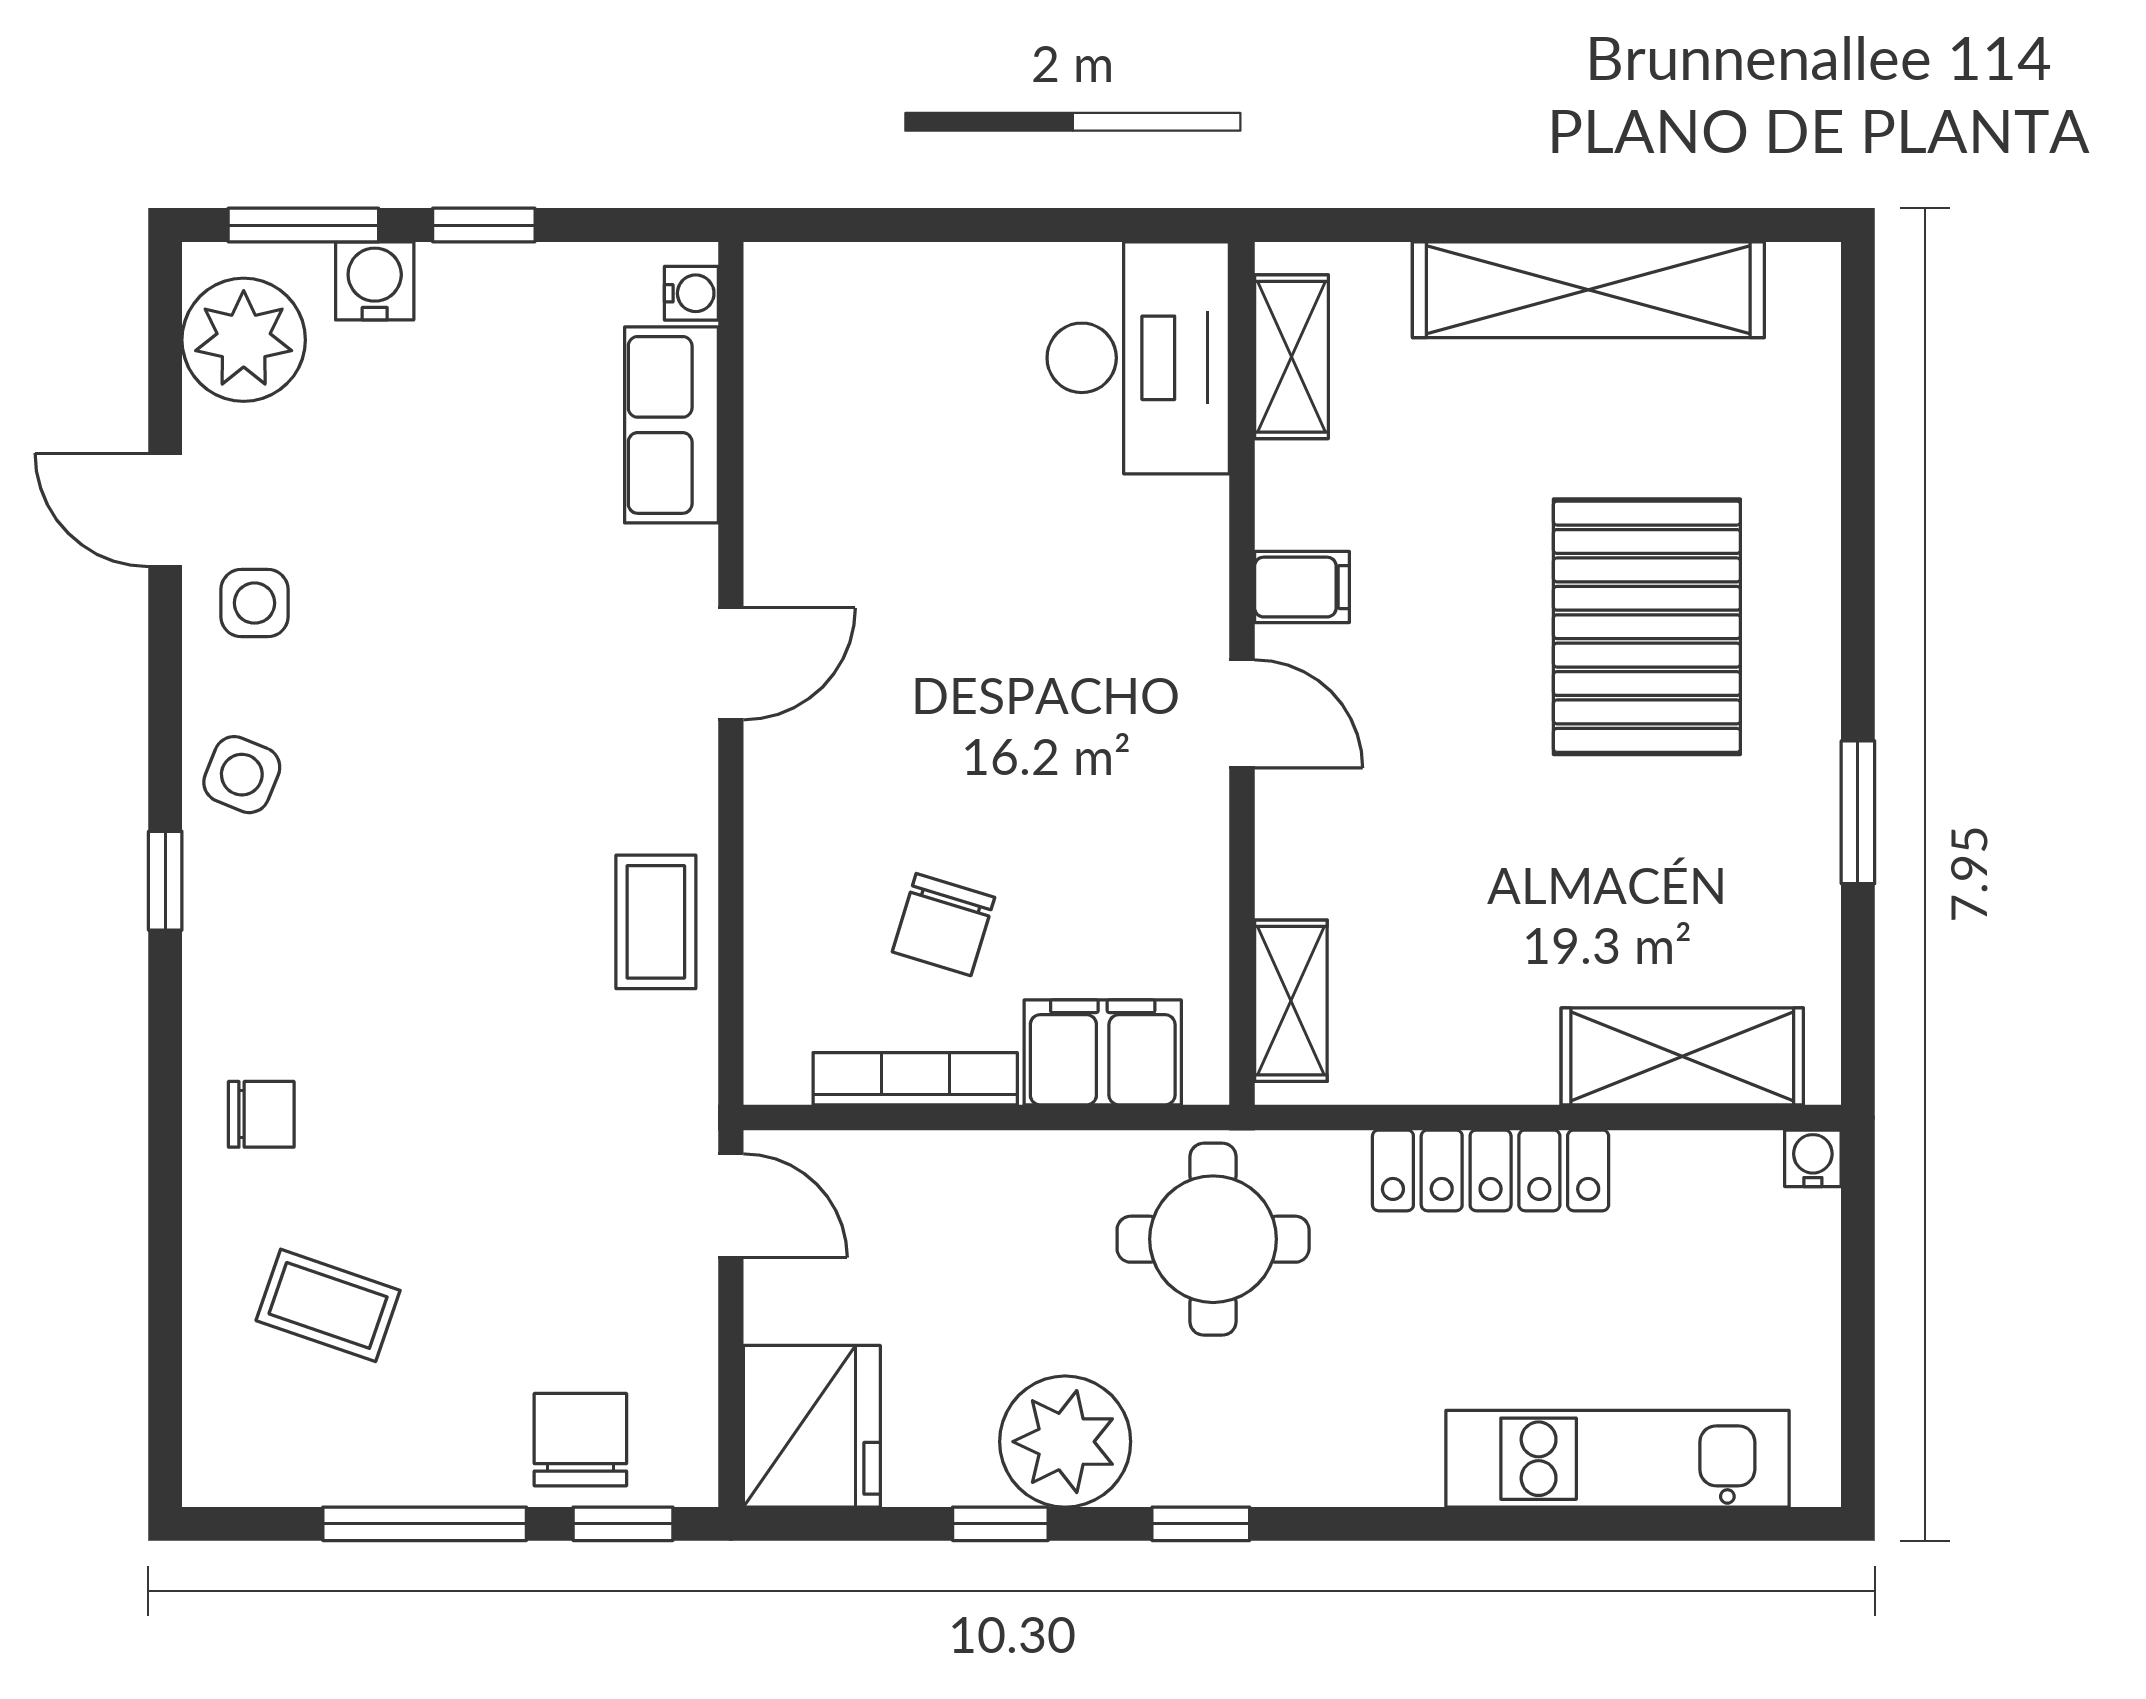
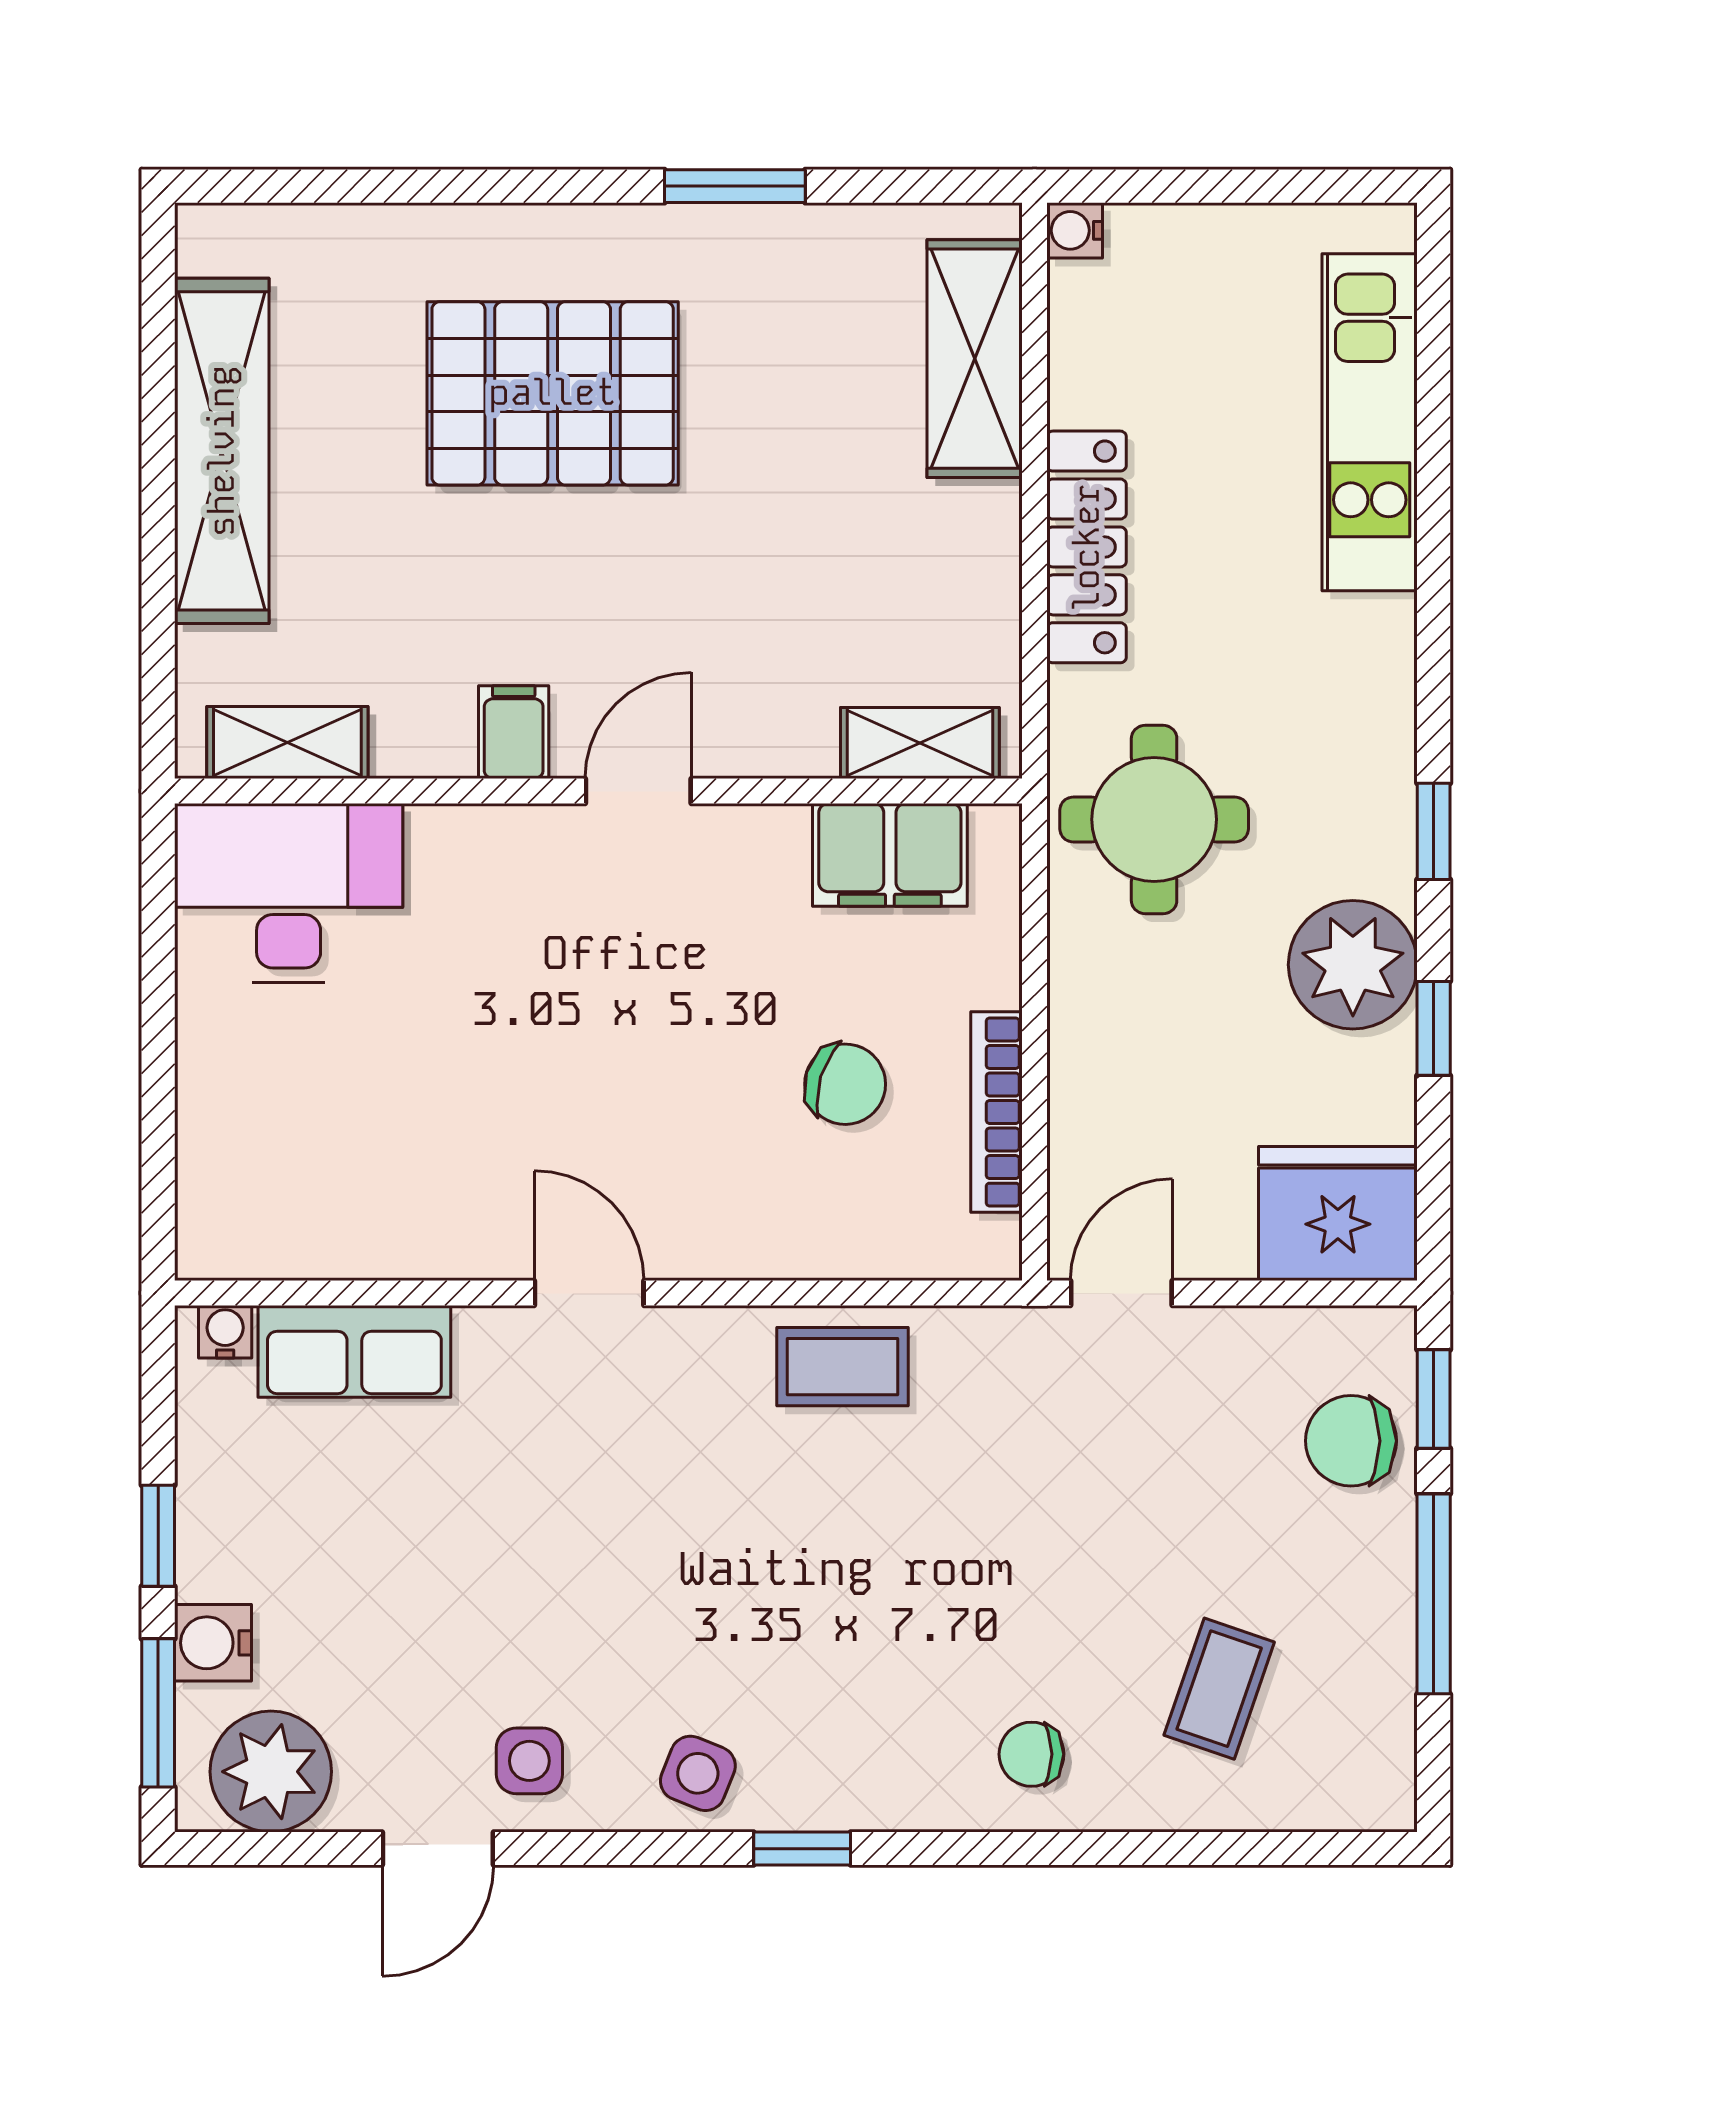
filing cabinet: (1103, 1052) -> (890, 855), moved, turned -90
chair: (261, 1114) -> (1031, 1754), turned -90

